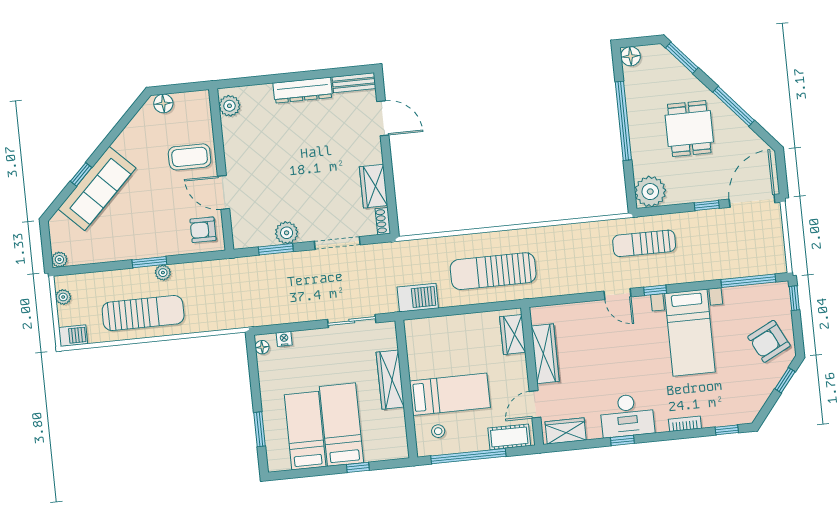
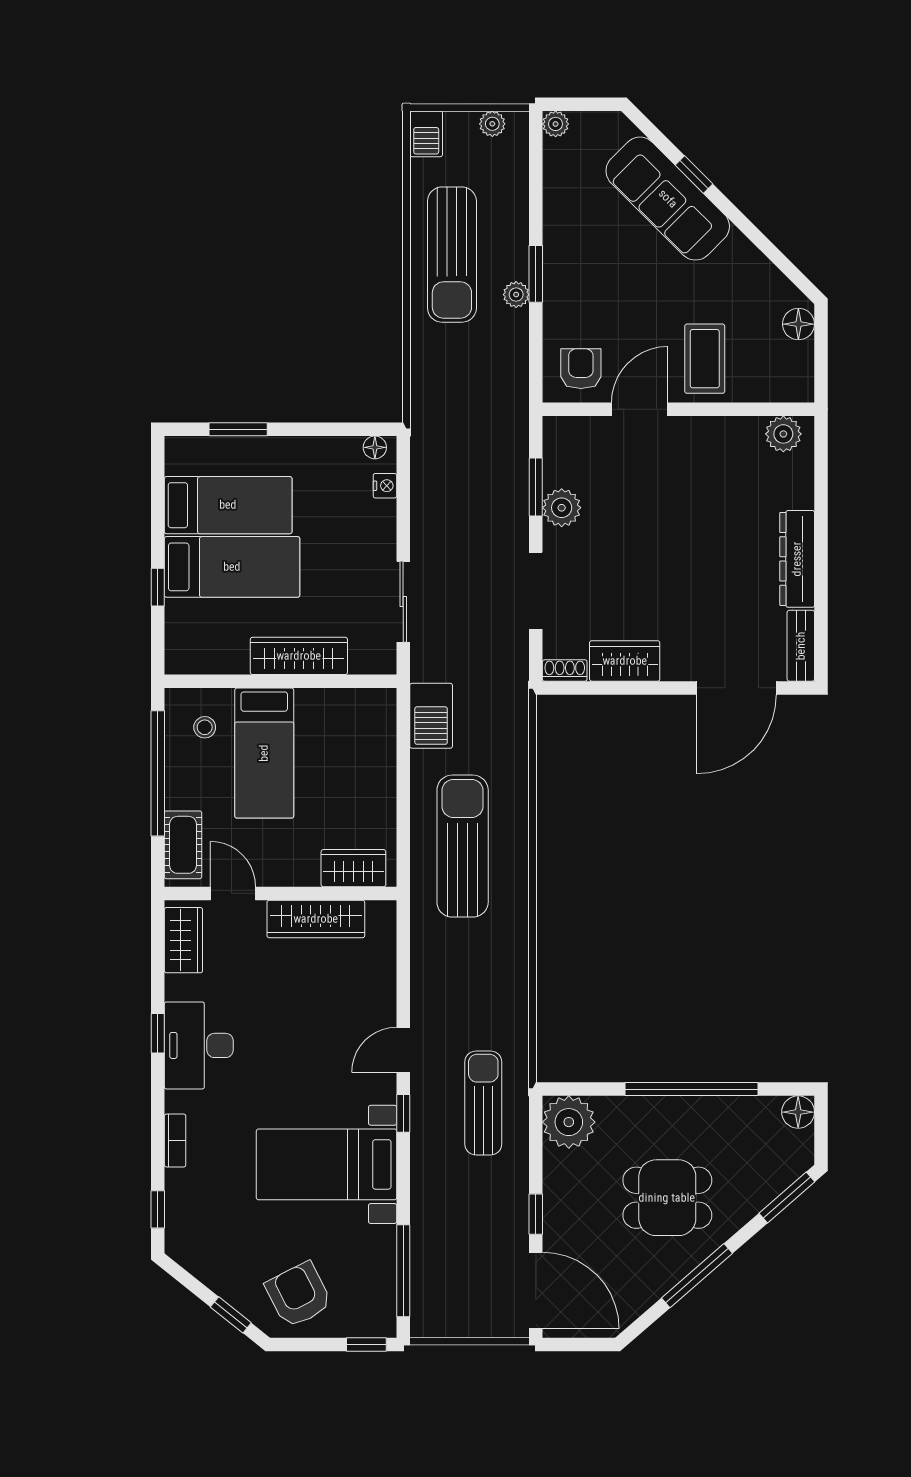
door: (383, 118) -> (737, 688), width x1.36

